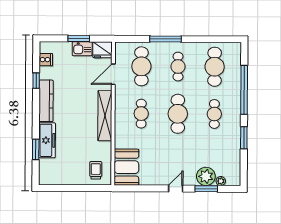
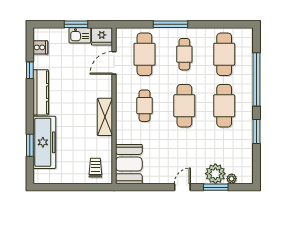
cafe table: (214, 114) -> (224, 106), width x1.37, depth x1.35
shelving: (105, 116) -> (105, 117), width x0.68
freezer: (47, 140) -> (44, 142), width x1.36, depth x1.26

